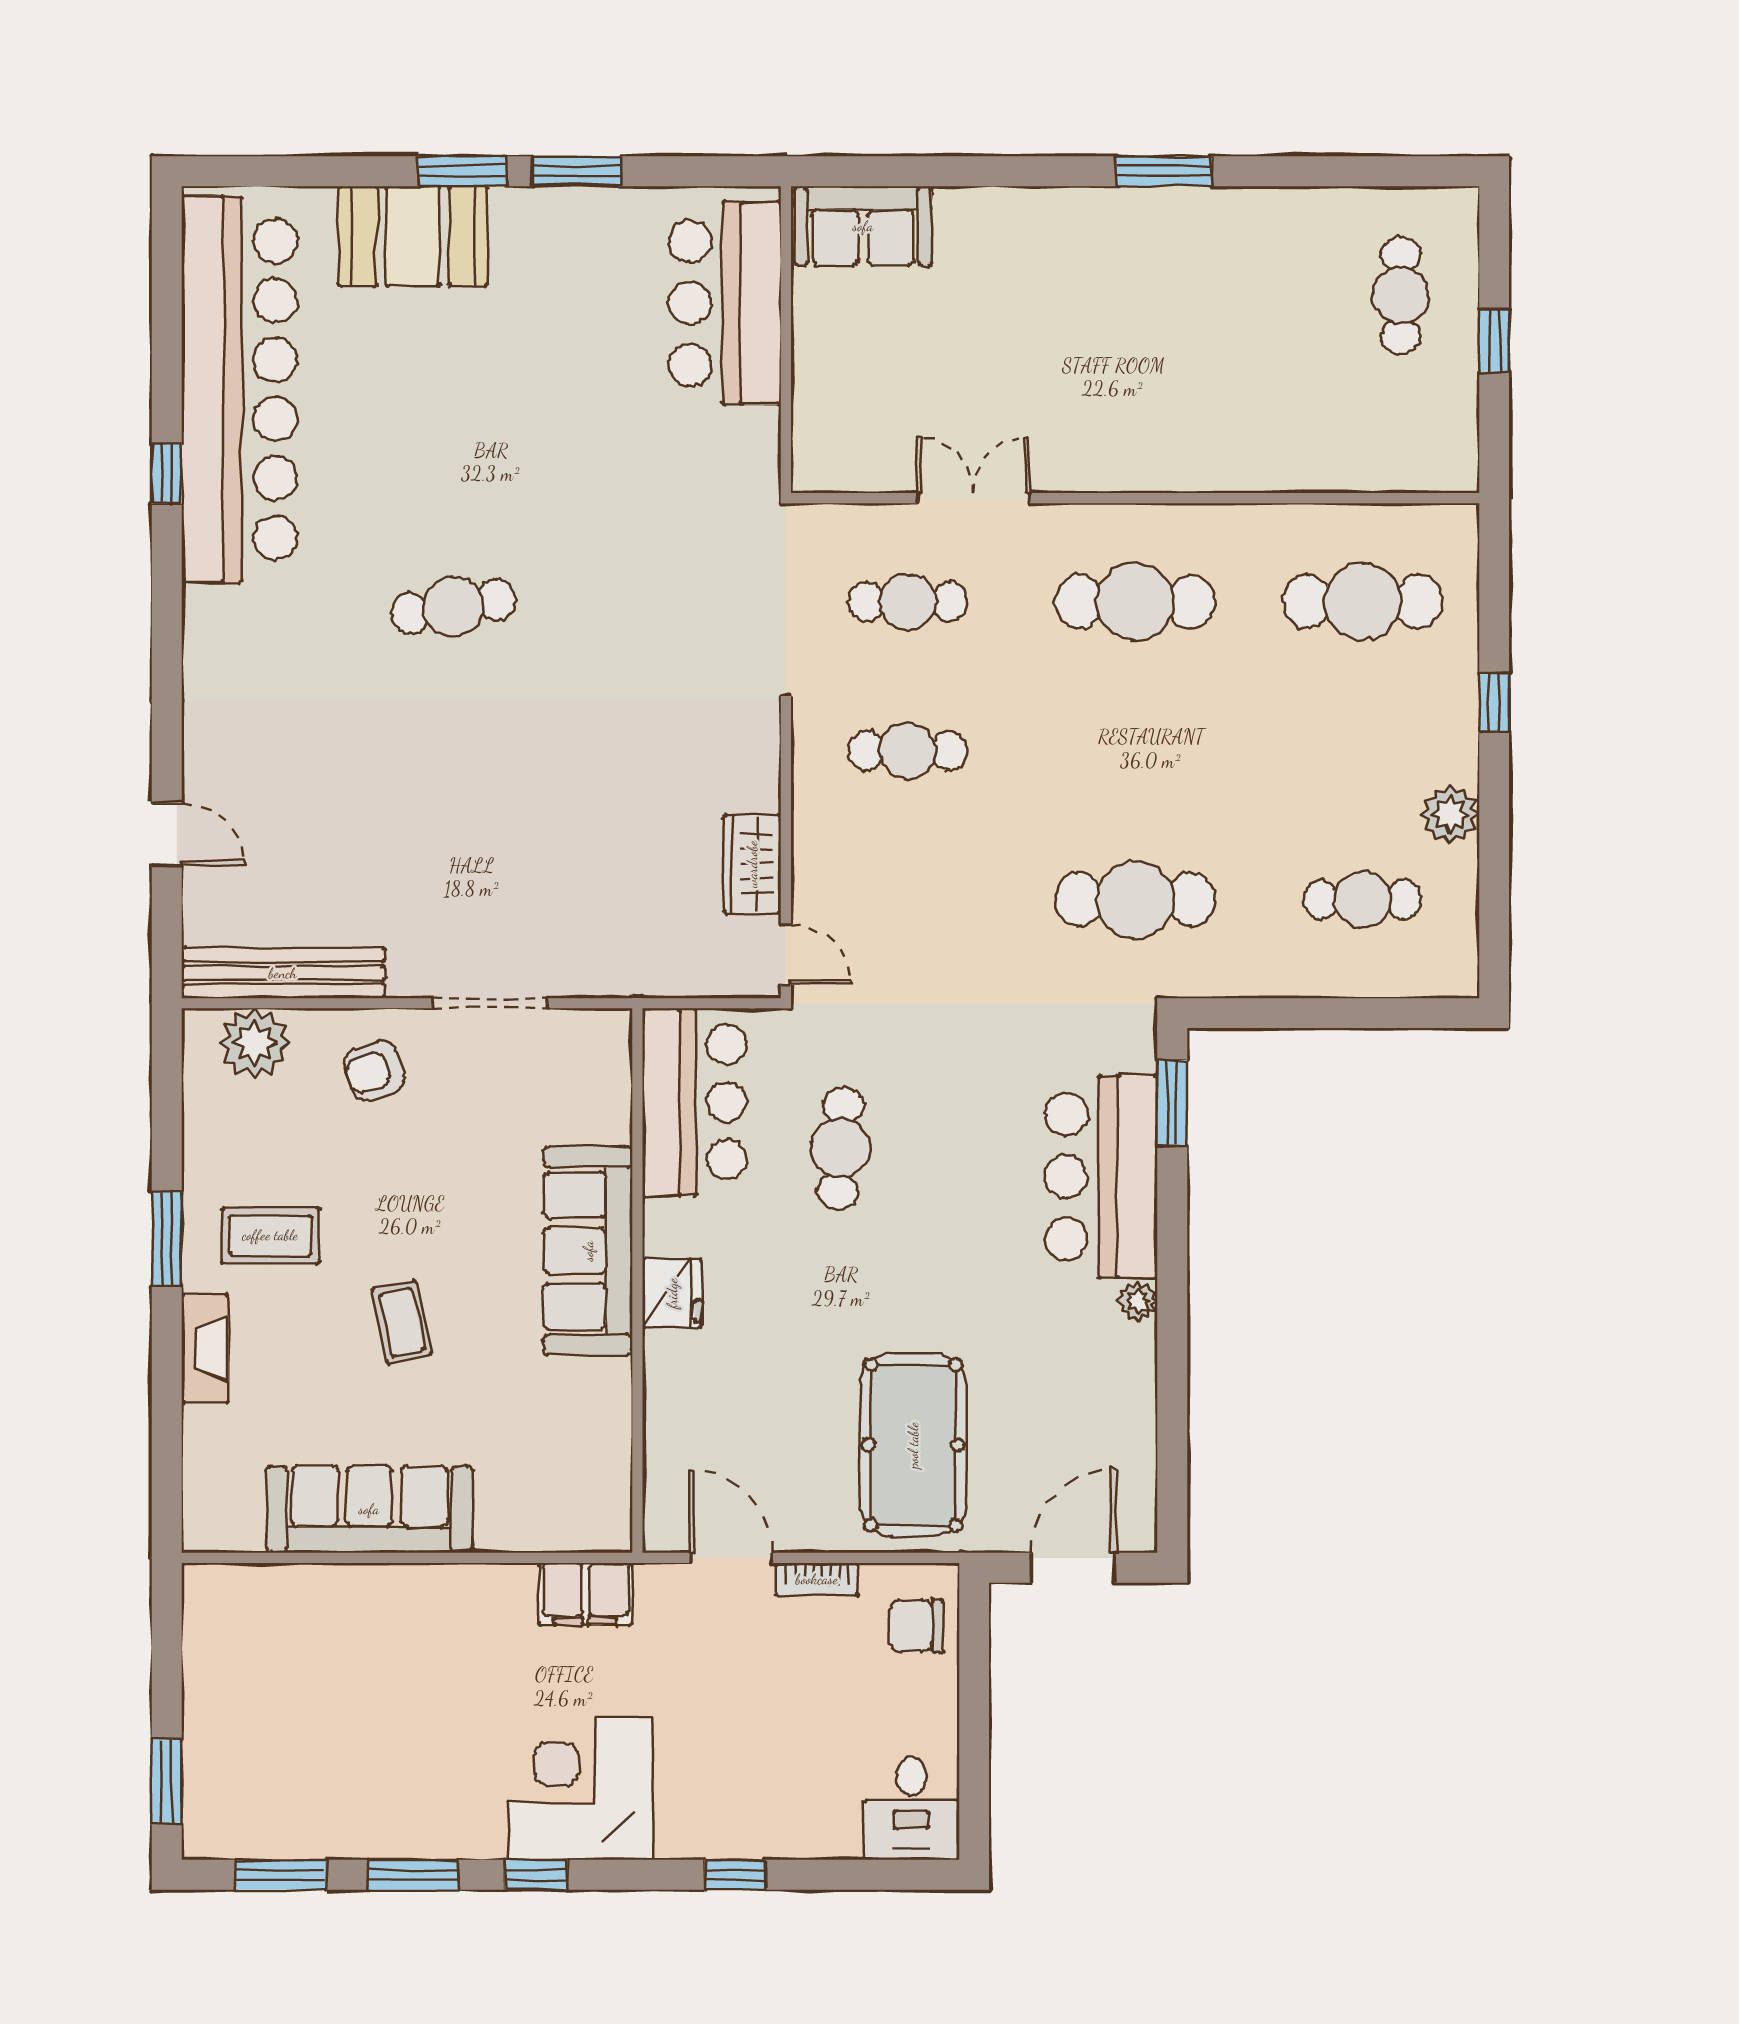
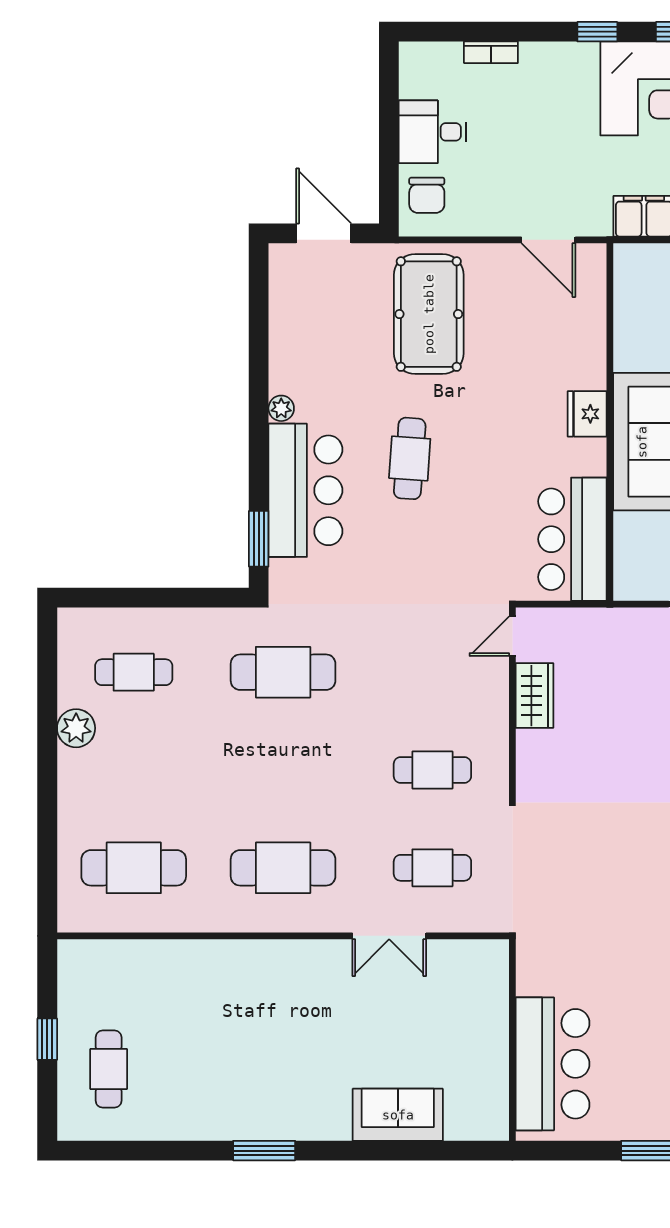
sofa: (863, 226) -> (398, 1115), moved
window: (1494, 703) -> (47, 801), removed
door: (786, 954) -> (512, 636), hinge flipped
cafe table: (841, 1148) -> (410, 458), moved
door: (1073, 1568) -> (324, 233), swing flipped
bookcase: (817, 1579) -> (491, 52), moved, turned 180
chair: (916, 1626) -> (427, 195), turned 90
desk: (911, 1808) -> (432, 132), moved, turned -90
window: (735, 1875) -> (597, 32), moved

